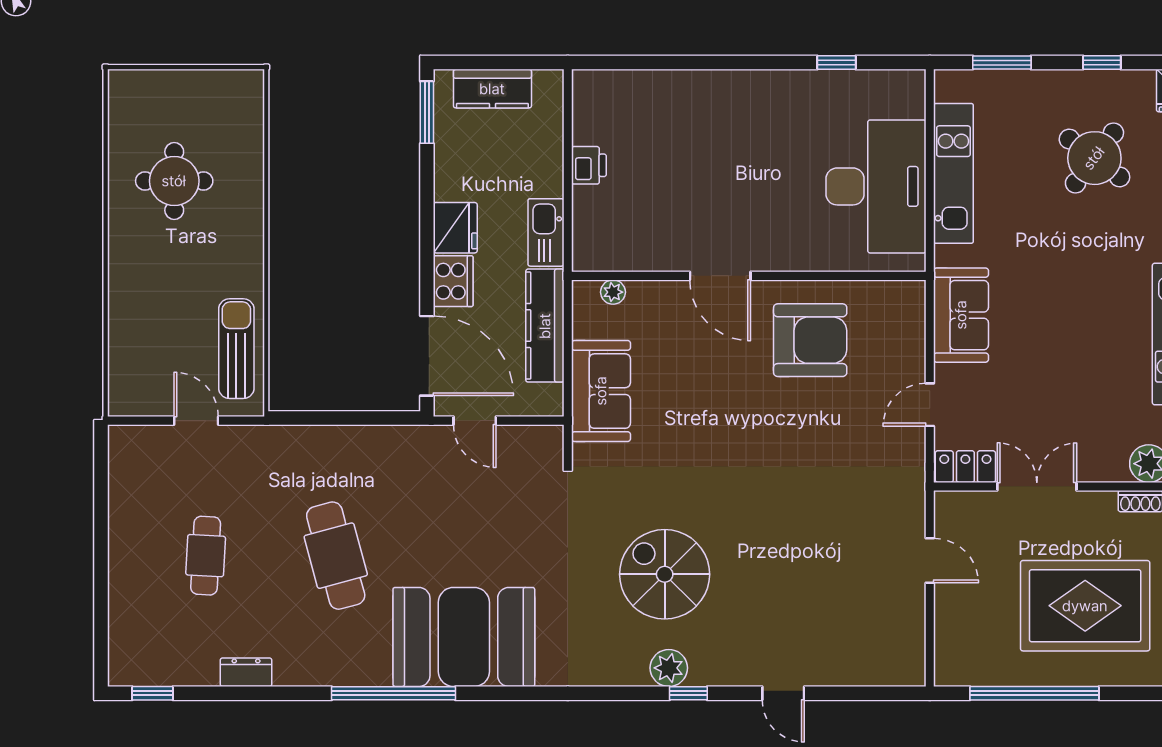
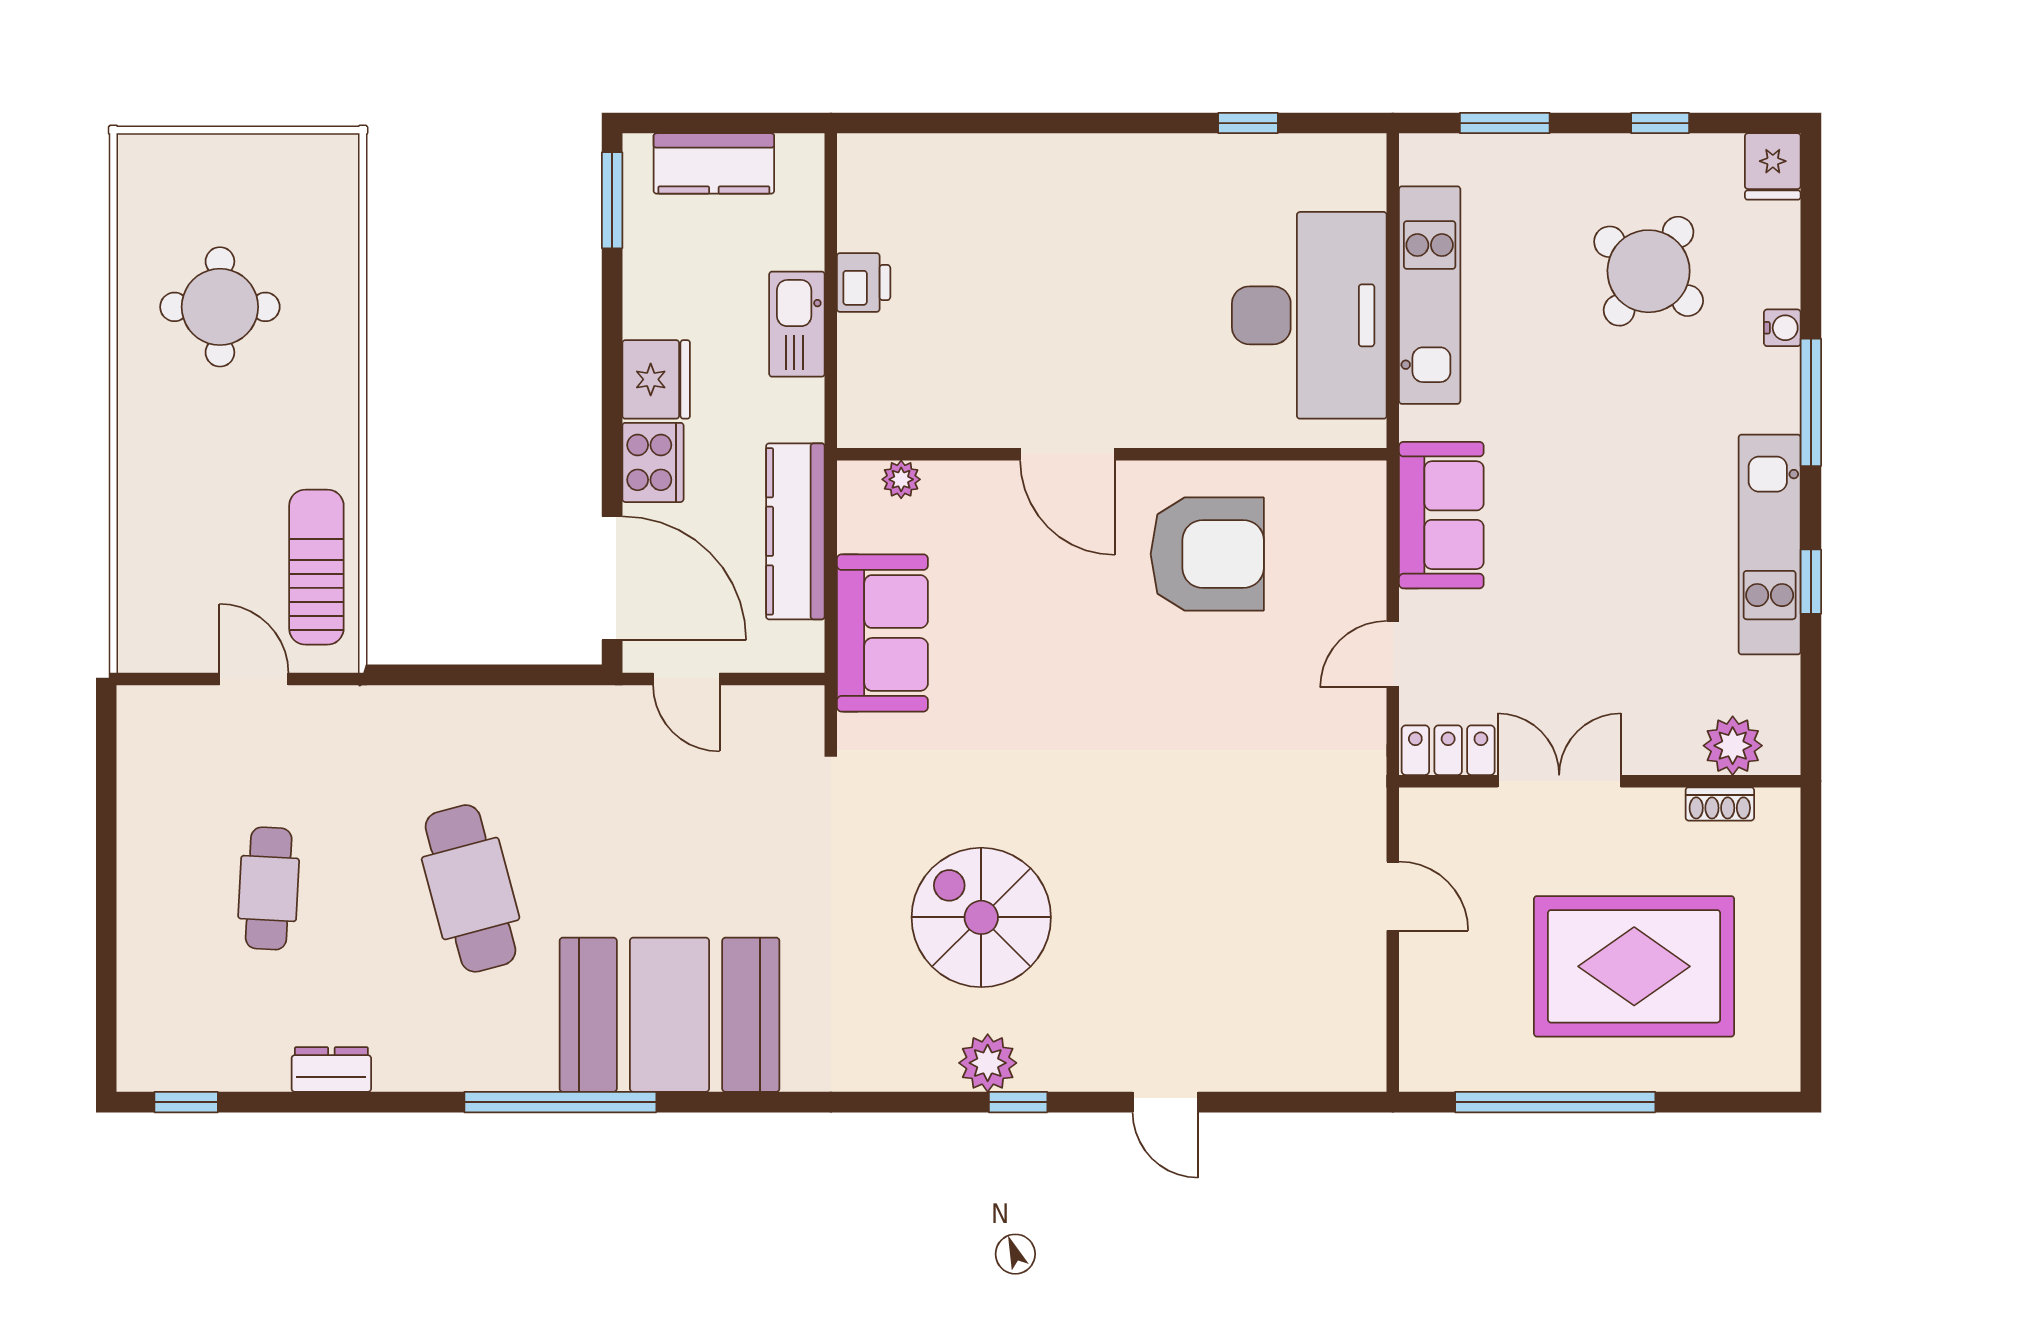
kitchen sink: (546, 232) -> (797, 324), moved

